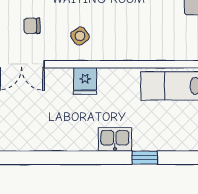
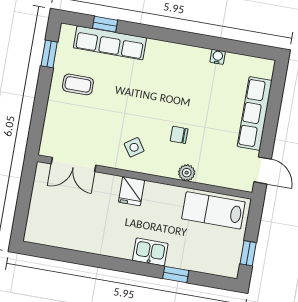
chair: (32, 26) -> (179, 135), moved
plant: (138, 52) -> (187, 173), added

